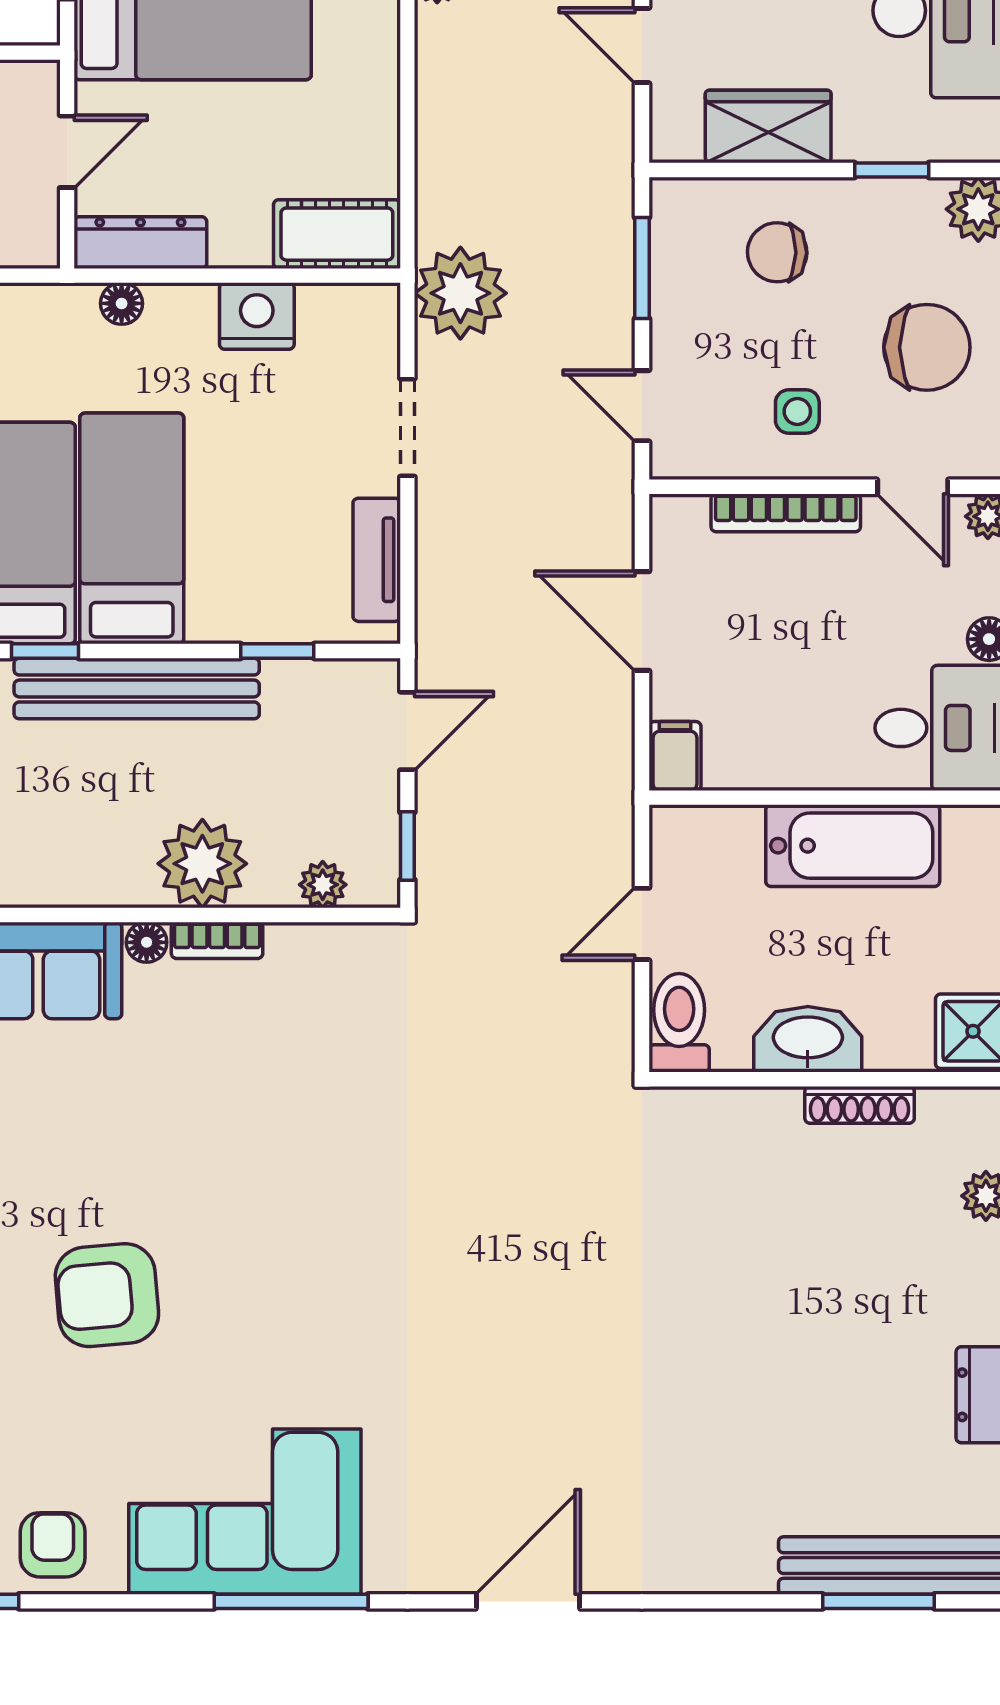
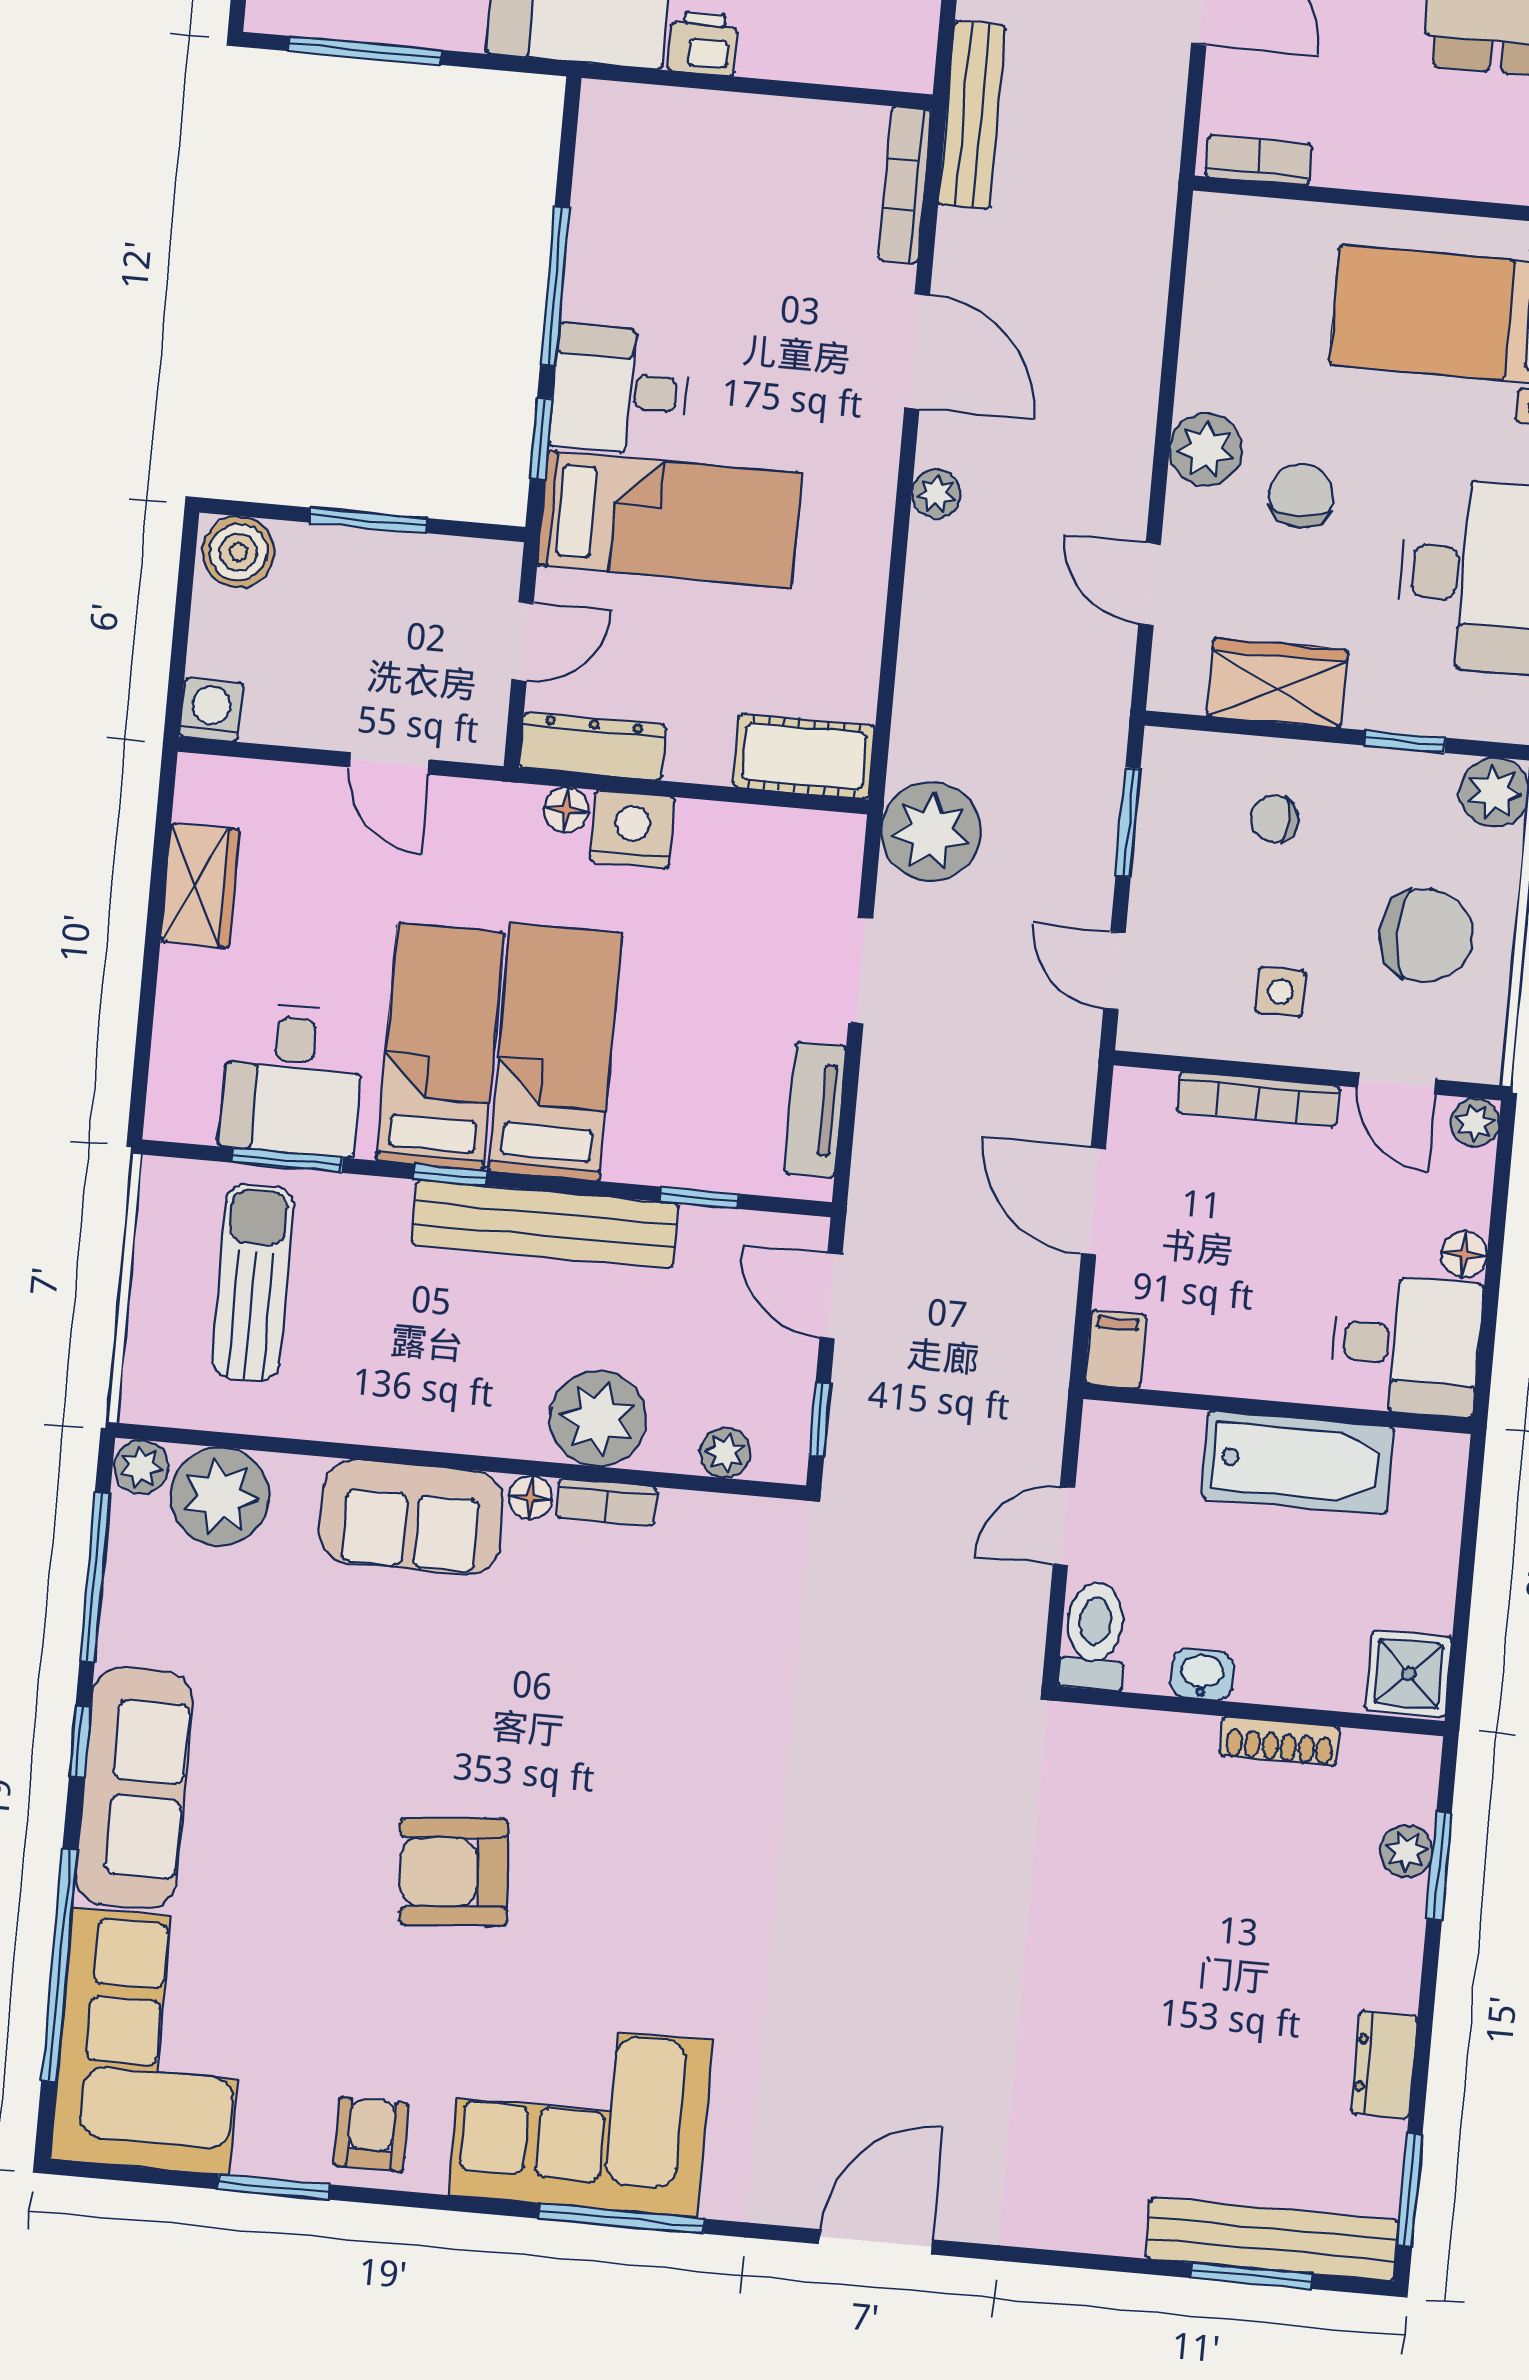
chair: (777, 252) -> (1274, 819), width x0.73, depth x0.73
nightstand: (257, 316) -> (632, 829), moved
door: (407, 731) -> (831, 1296), swing flipped
washbasin: (808, 1039) -> (1202, 1674), width x0.52, depth x0.69

